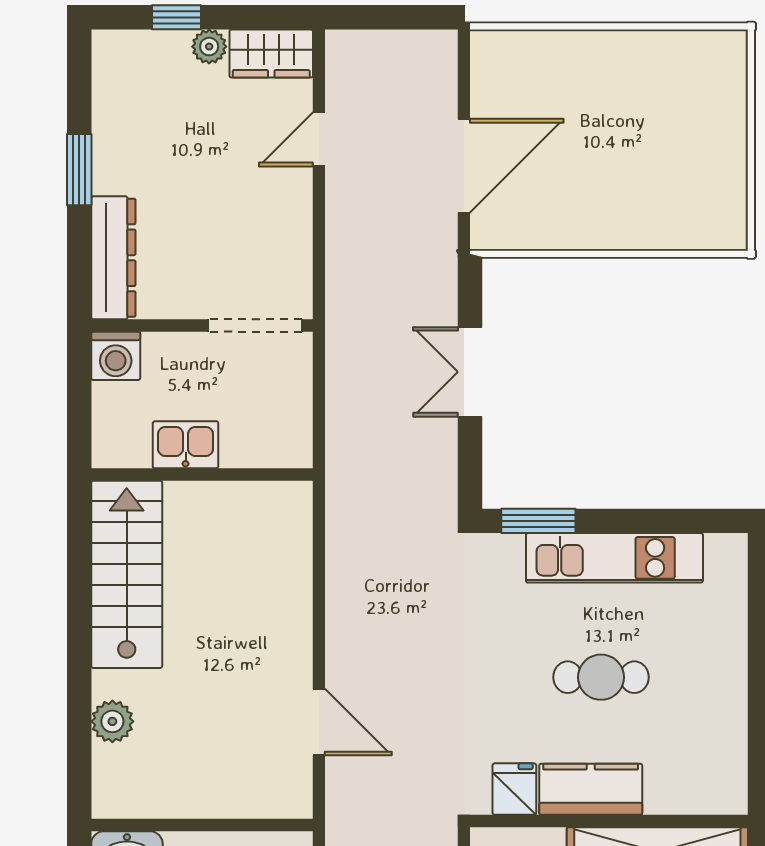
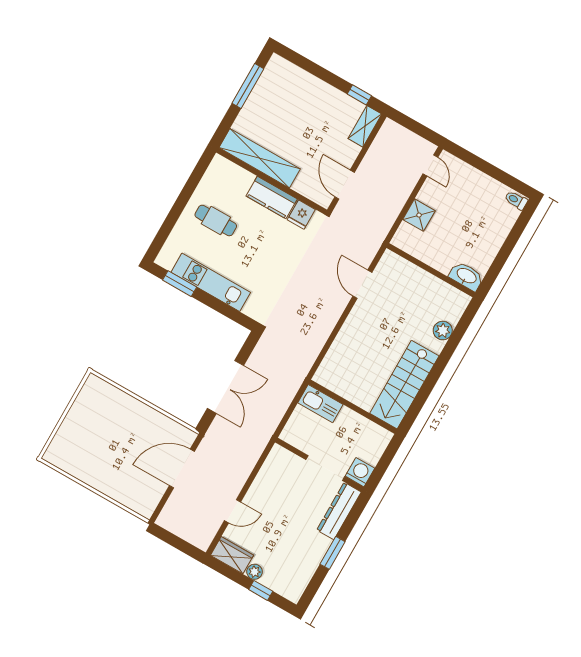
doorway: (255, 325) -> (325, 468), moved
double door: (470, 372) -> (226, 387), width x1.37
kitchen sink: (186, 445) -> (320, 404), moved, width x1.38
window: (538, 521) -> (180, 284), moved
cafe table: (601, 677) -> (216, 220), moved

